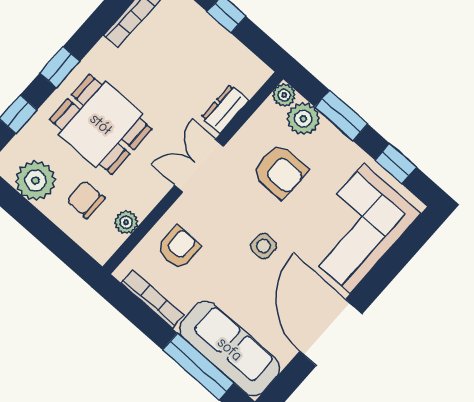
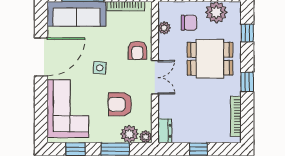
window: (60, 67) -> (247, 82), moved
dresser: (225, 109) -> (165, 131), moved
armchair: (179, 248) -> (137, 50), moved
door: (331, 333) -> (41, 57), hinge flipped

